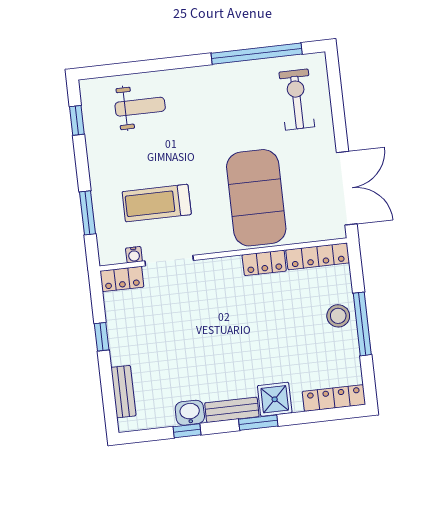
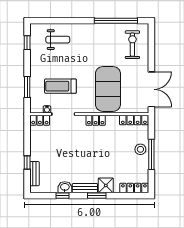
locker: (264, 263) -> (96, 120), moved
window: (102, 337) -> (27, 163), moved

